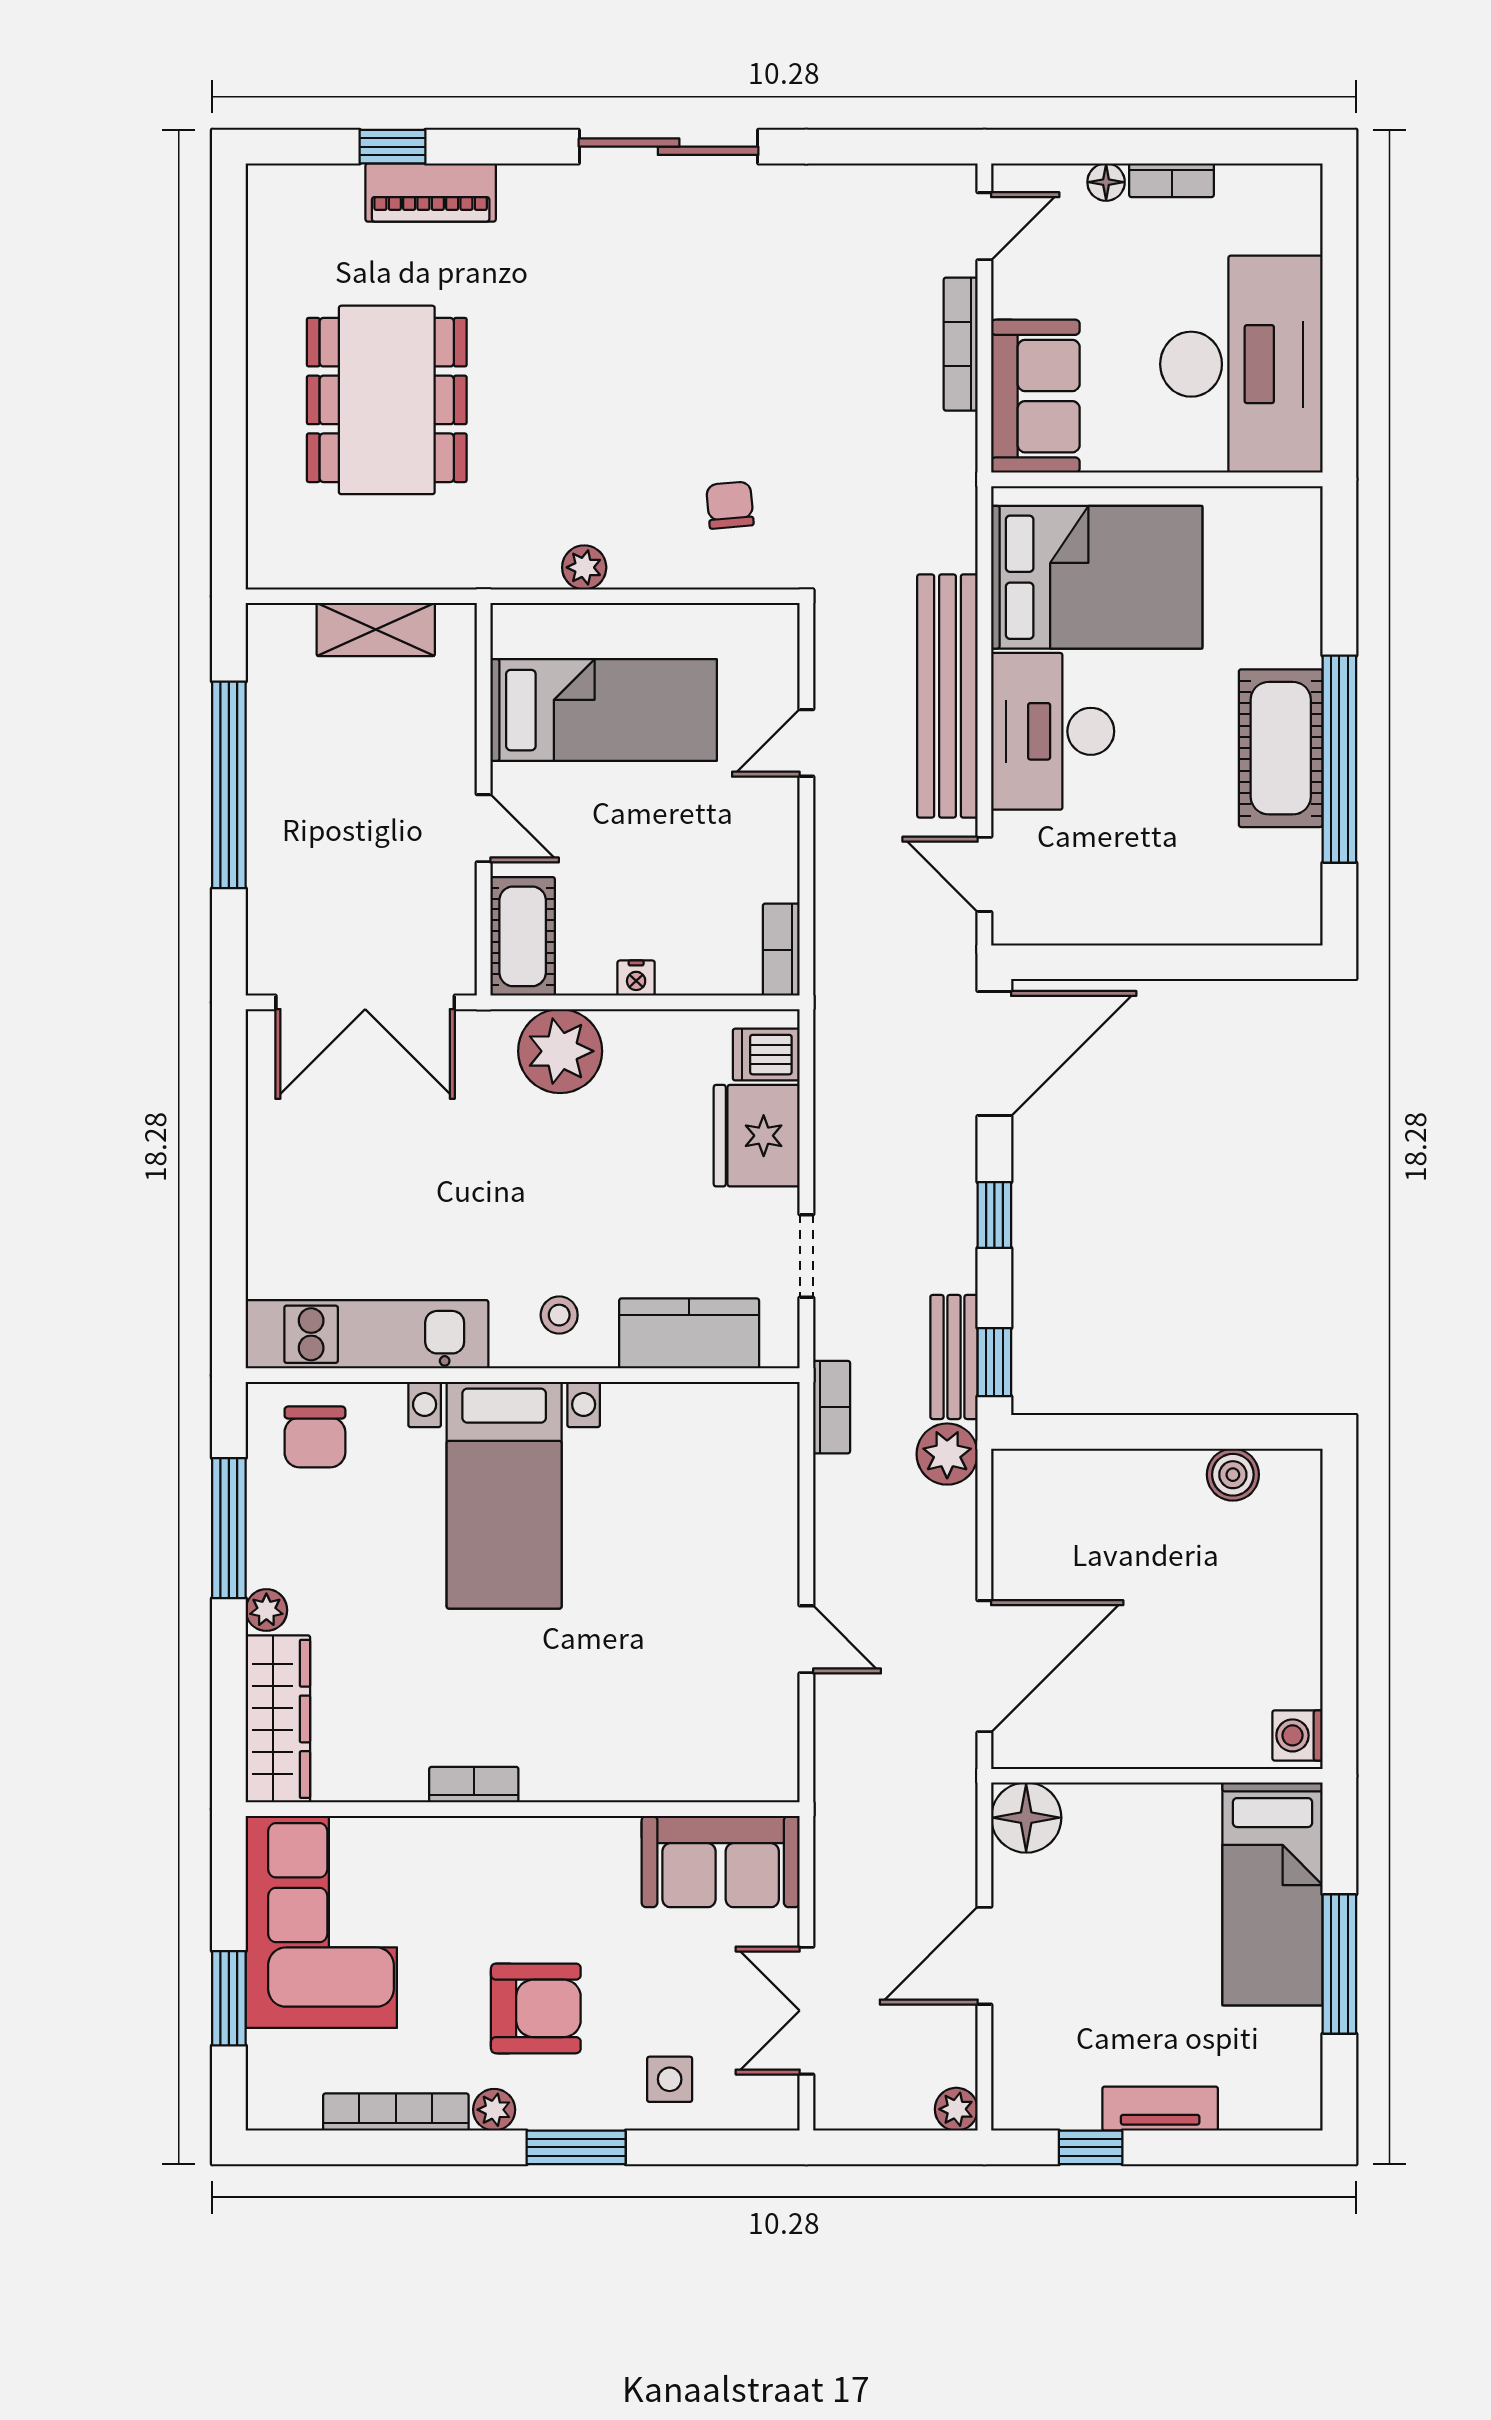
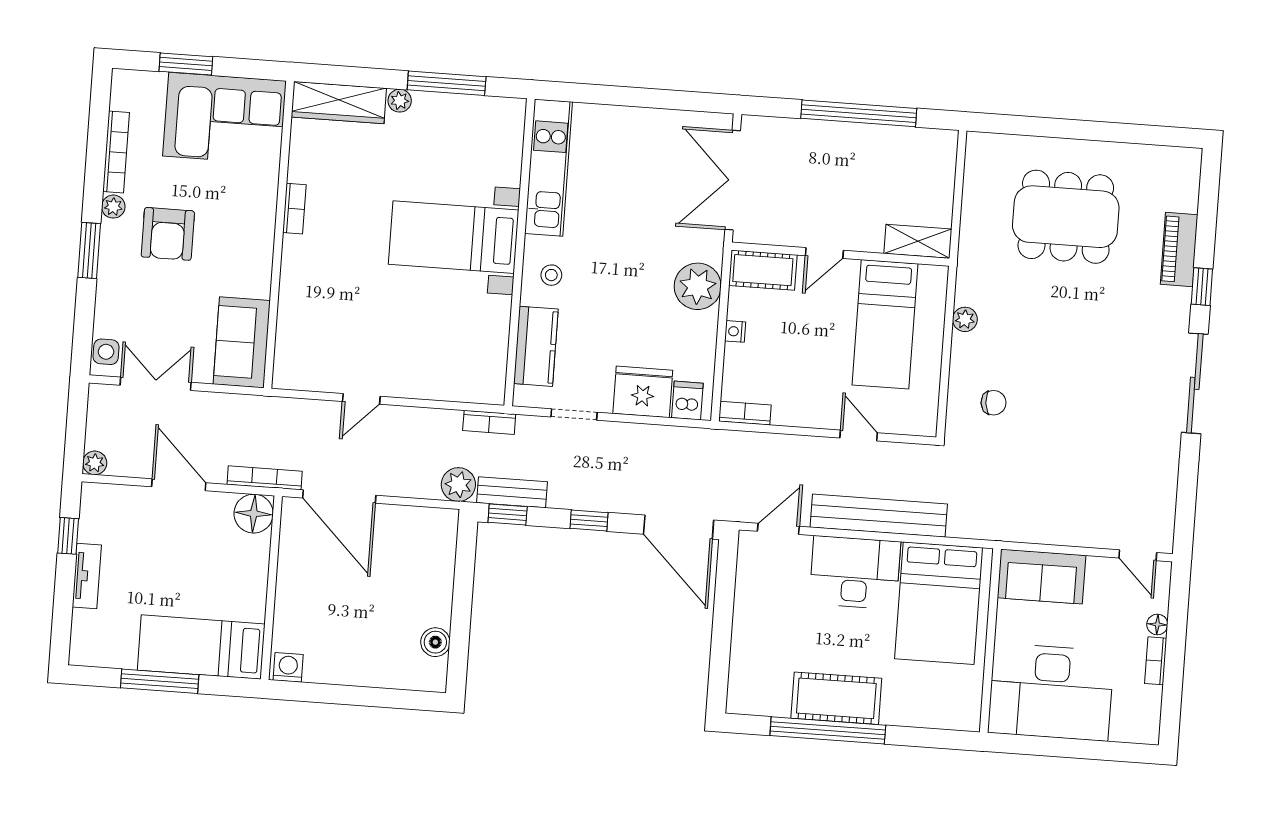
window: (392, 147) -> (1202, 287), moved
bookcase: (961, 344) -> (265, 478), moved
shelving: (376, 630) -> (918, 241), moved, turned 90
chair: (315, 1437) -> (494, 135), removed
side table: (670, 2079) -> (106, 352), moved

